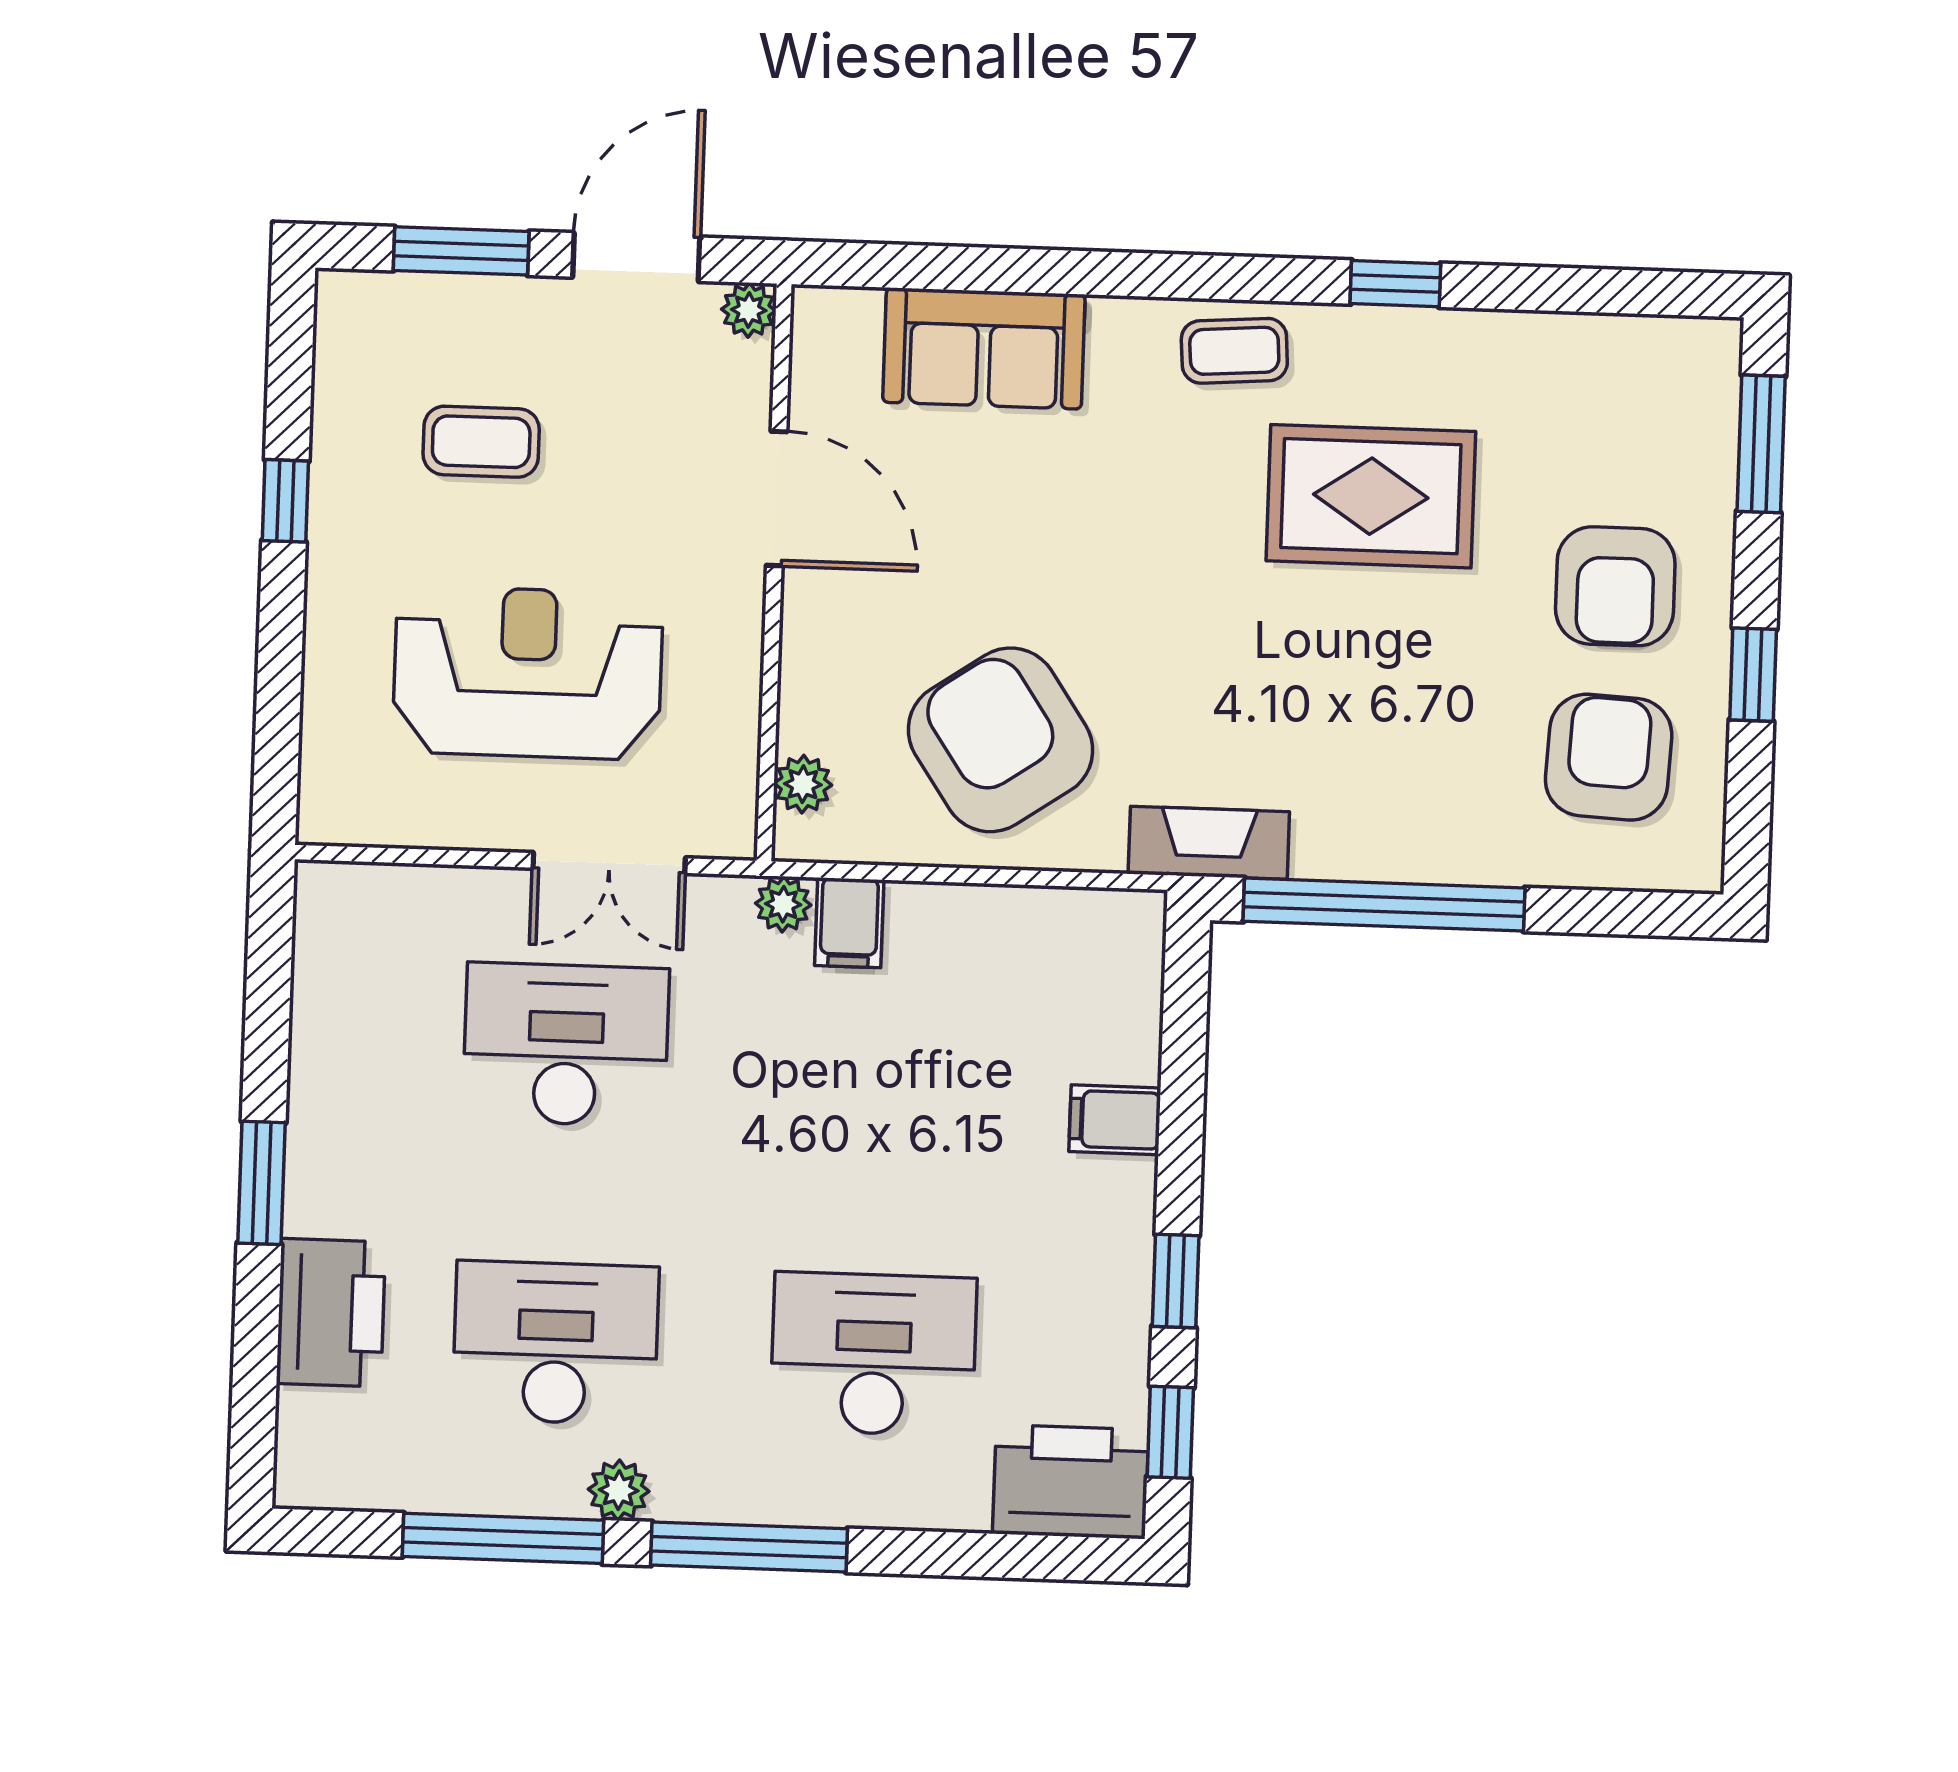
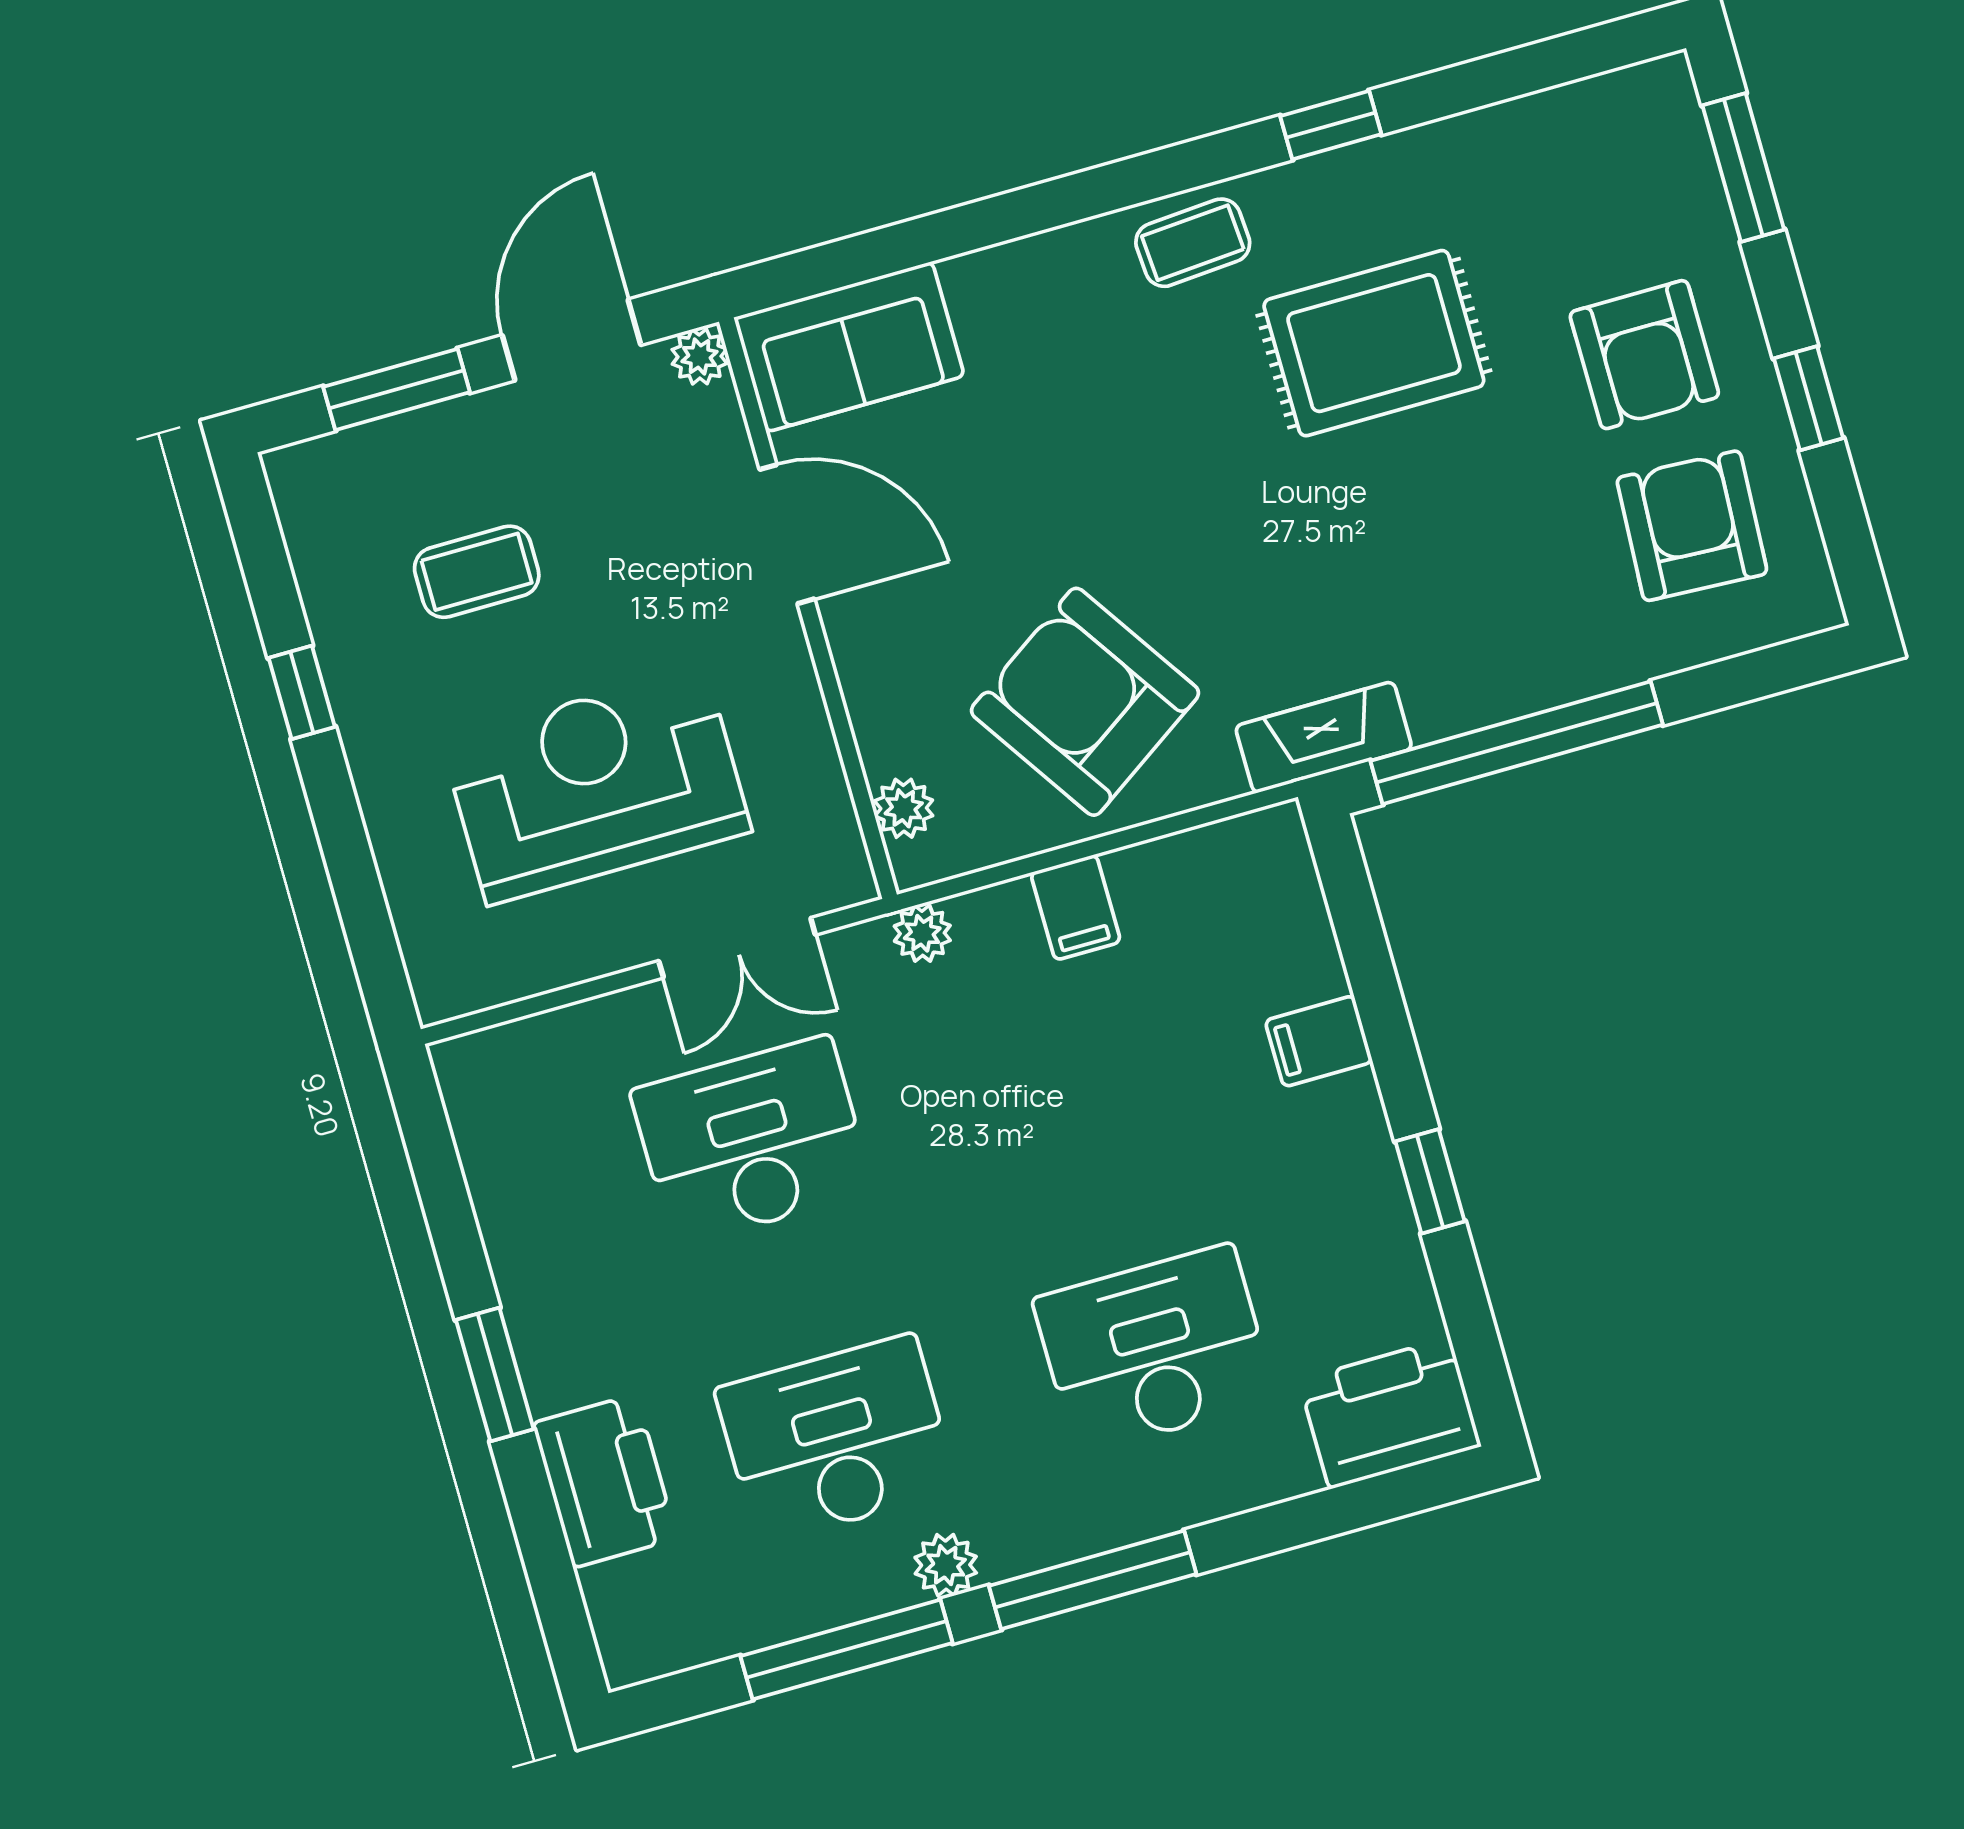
sofa: (984, 348) -> (849, 347), moved
filing cabinet: (849, 923) -> (1076, 907), moved
window: (1170, 1432) -> (1473, 1333), removed

